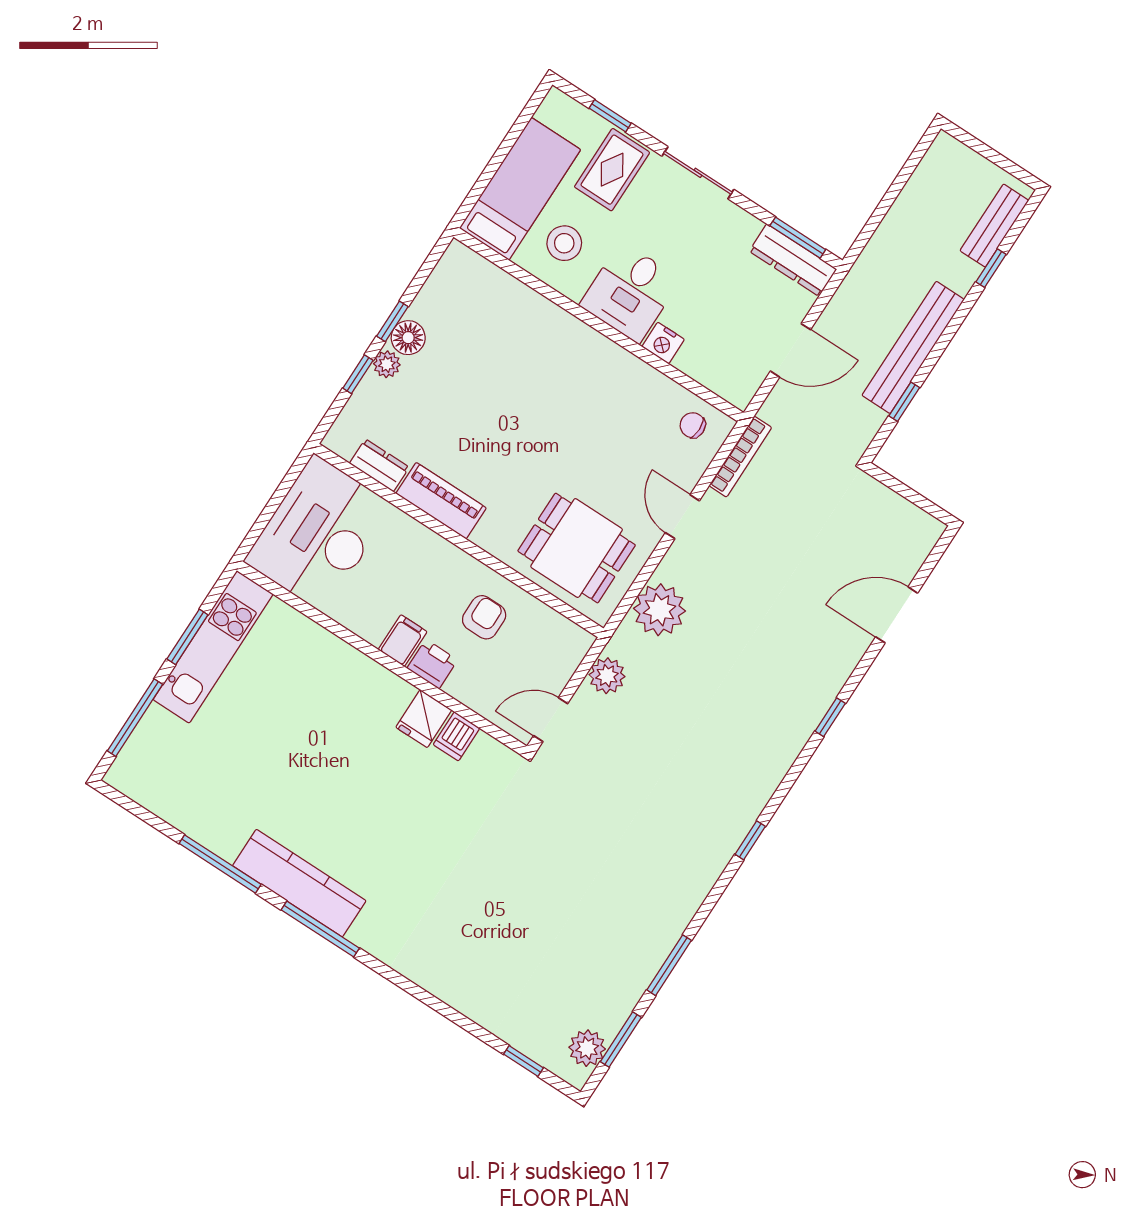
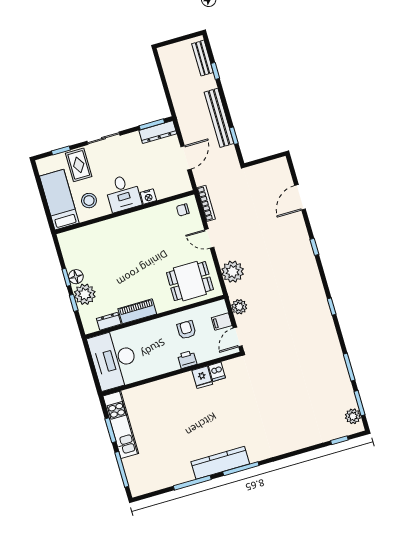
plant: (387, 364) -> (85, 294), width x1.87, depth x1.87
filing cabinet: (403, 641) -> (222, 322), moved, turned -90

